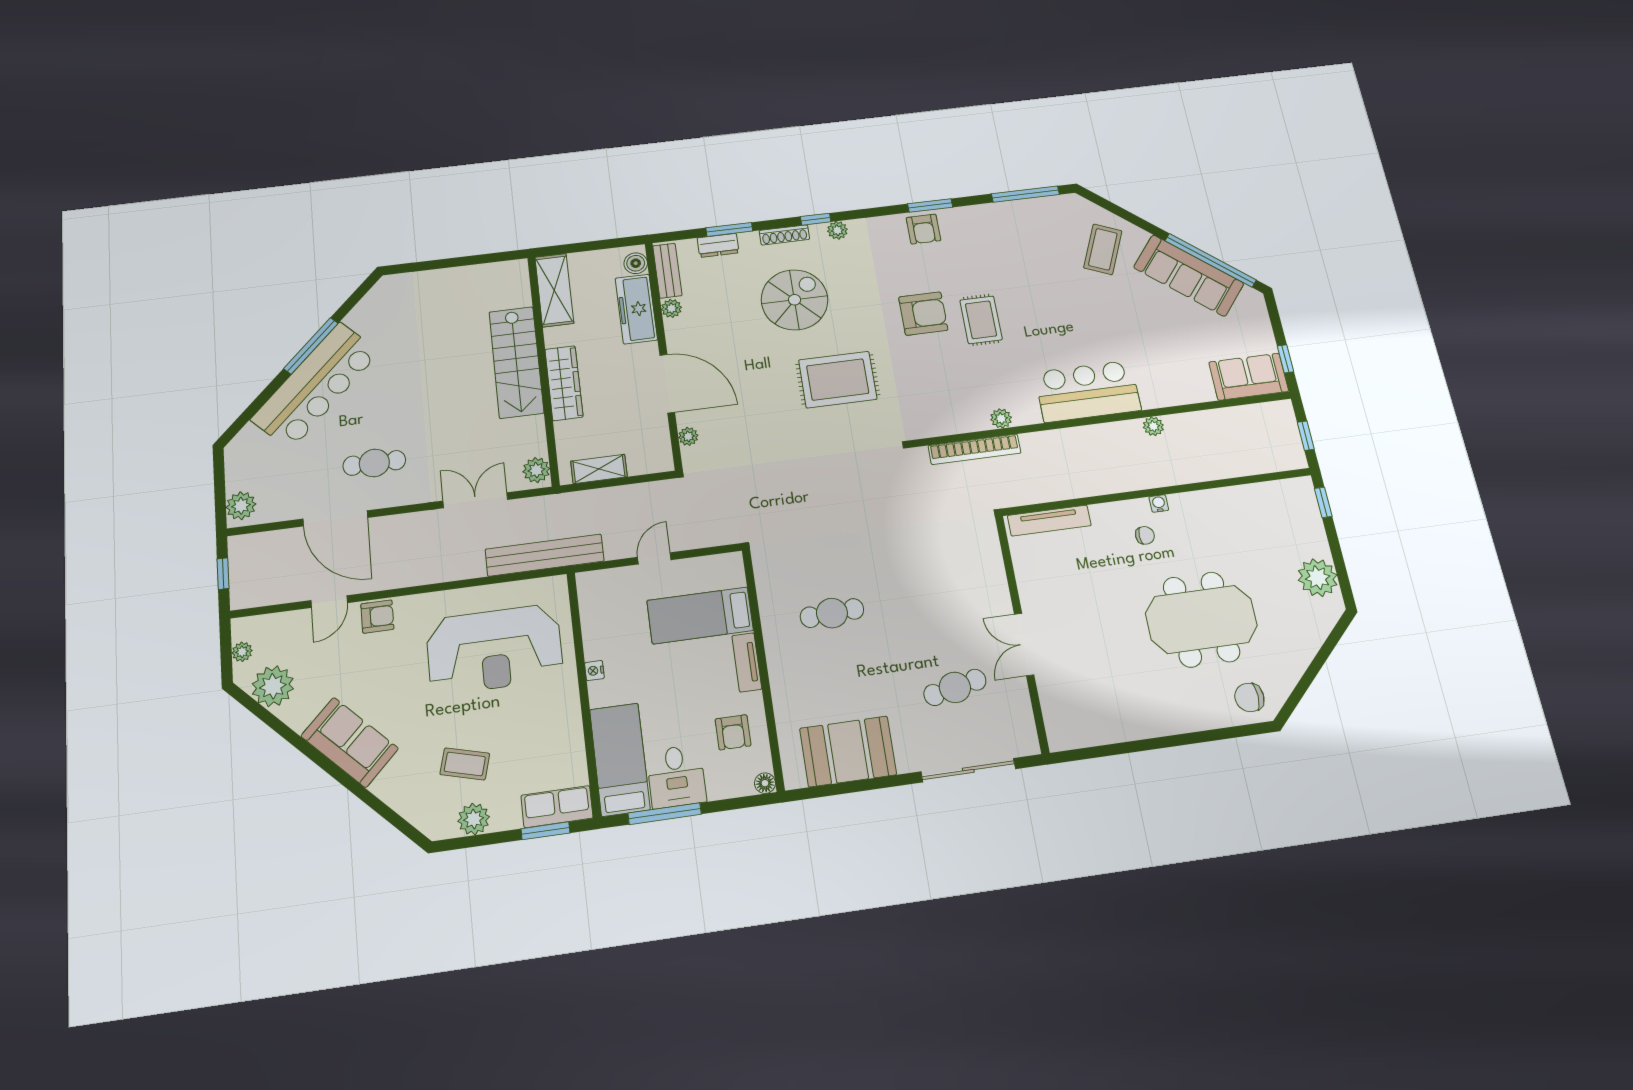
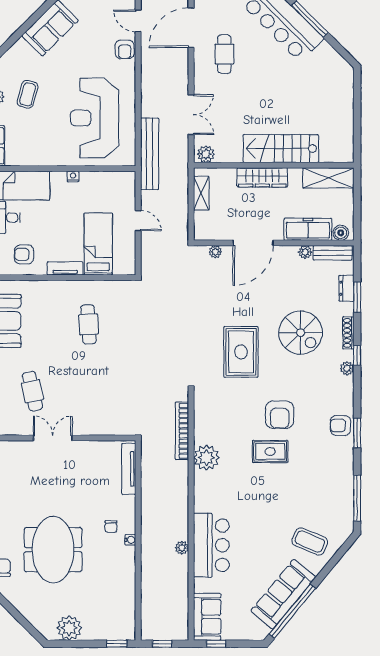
bar counter: (1088, 391) -> (211, 545), moved
plant: (1001, 418) -> (206, 458), width x1.88, depth x1.88

